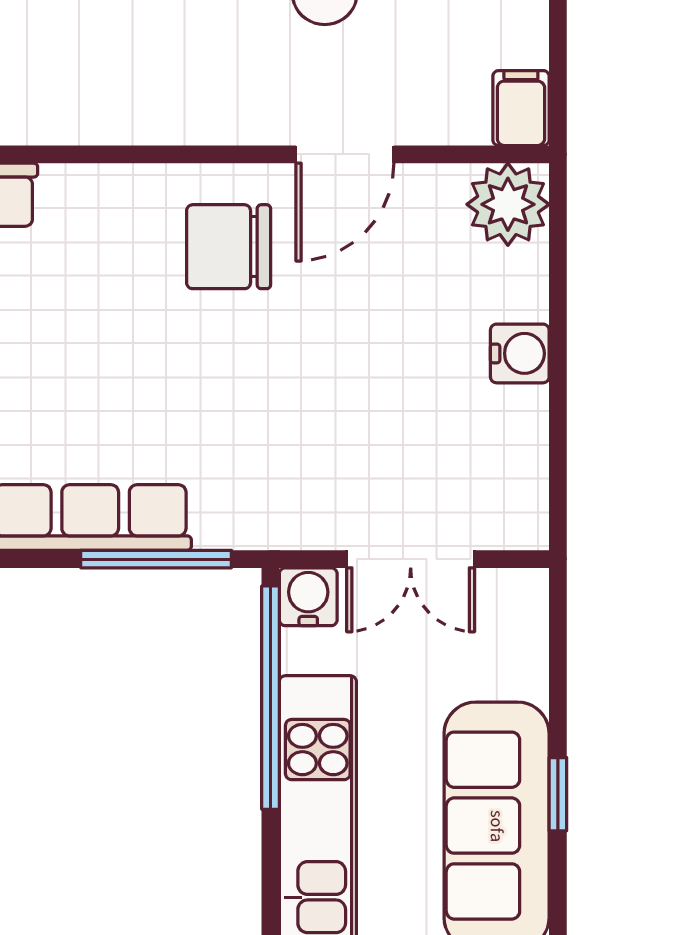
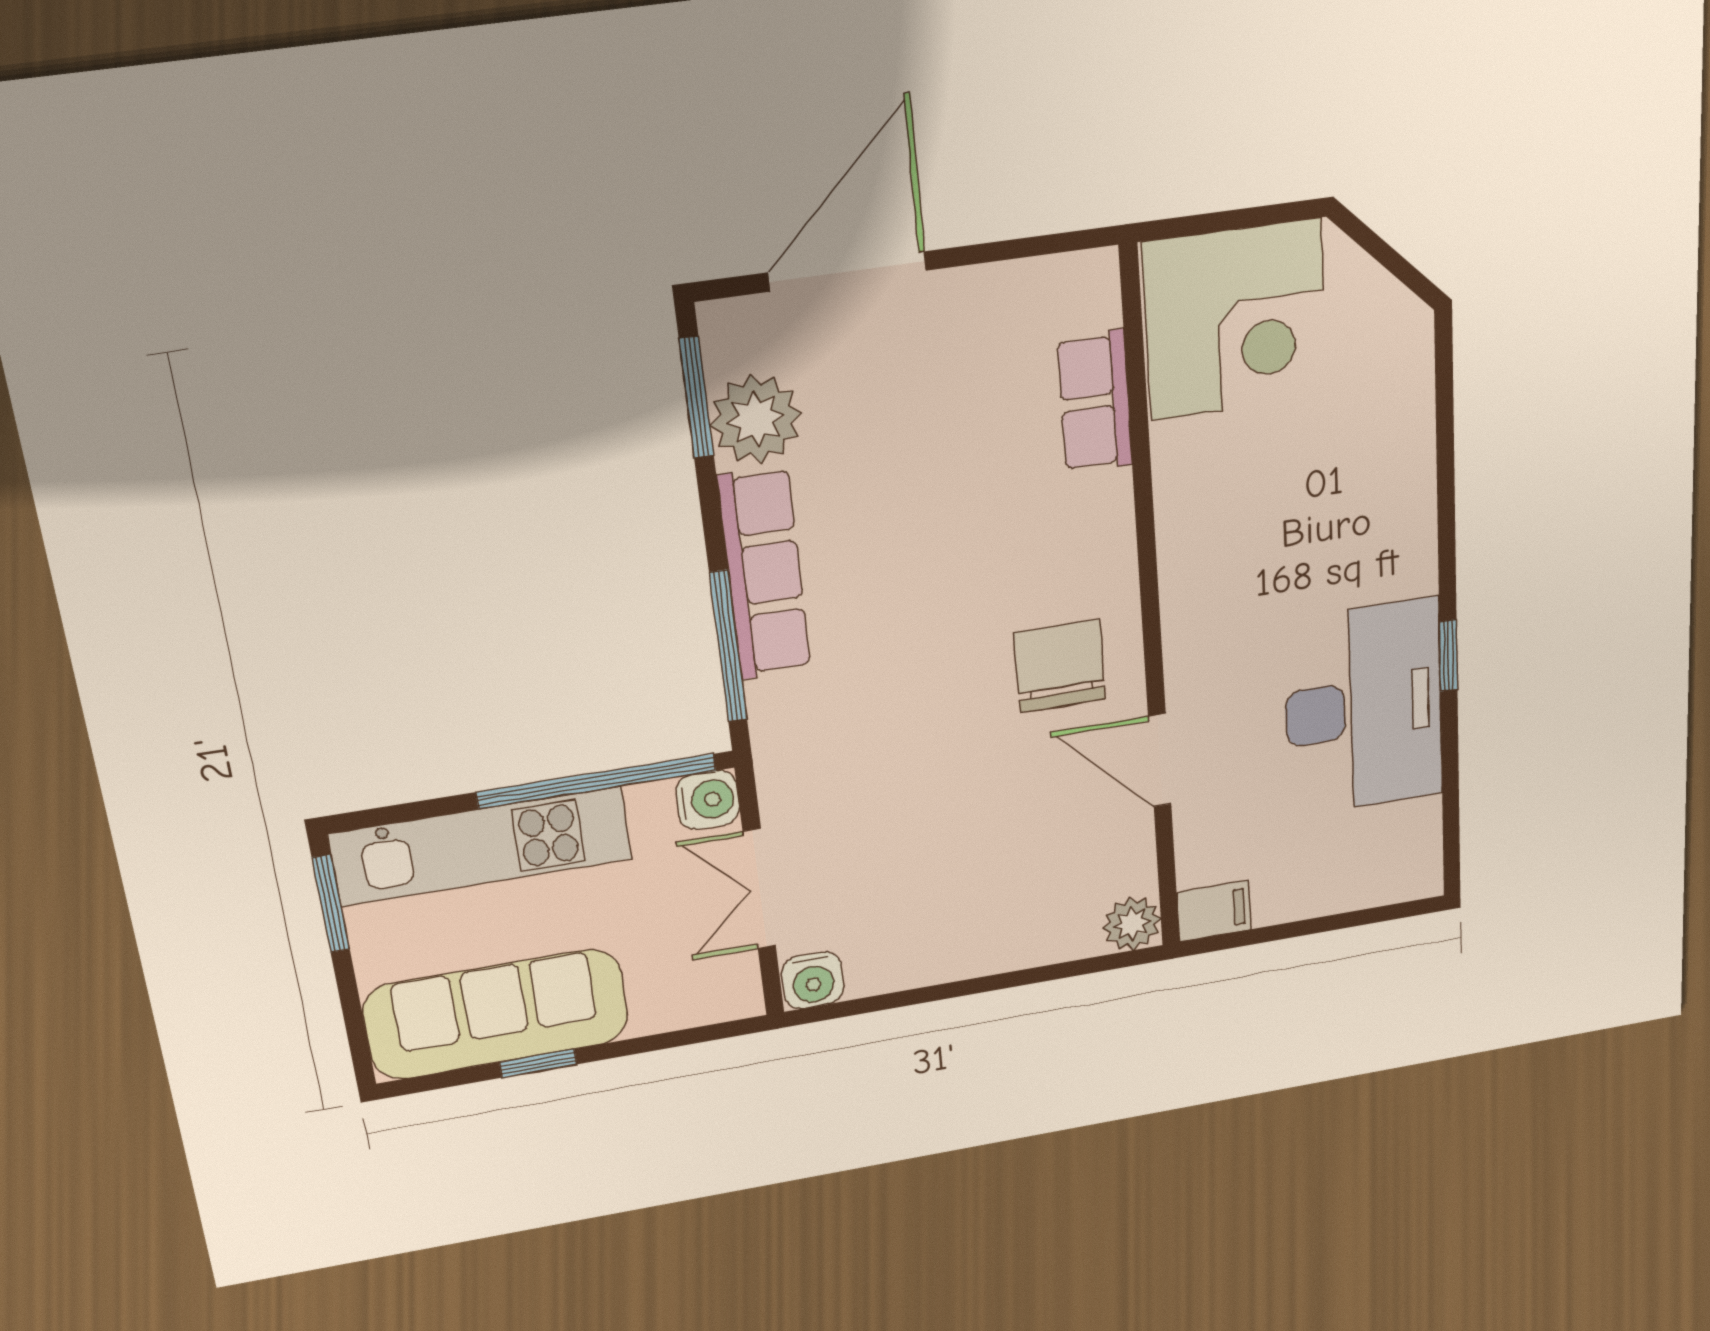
plant: (508, 204) -> (1132, 924), width x0.73, depth x0.73
water cooler: (520, 353) -> (813, 980), moved

